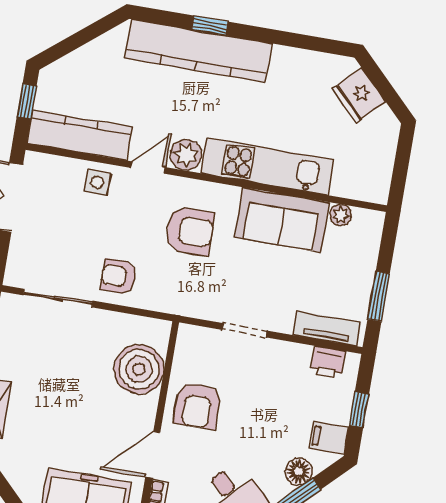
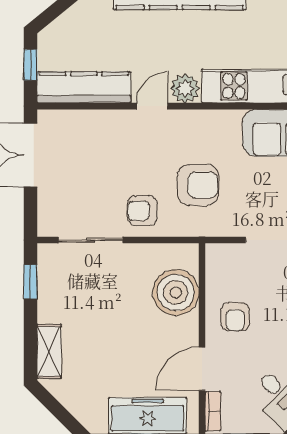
side table: (97, 182) -> (108, 128), removed
armchair: (190, 231) -> (198, 185), moved
armchair: (197, 406) -> (235, 317), width x0.72, depth x0.72

